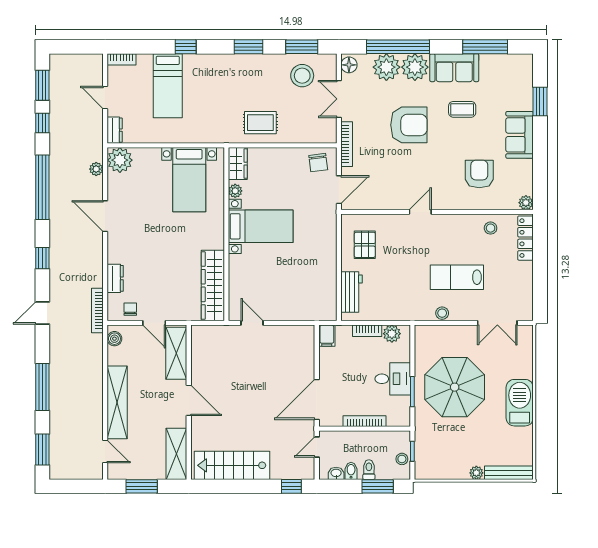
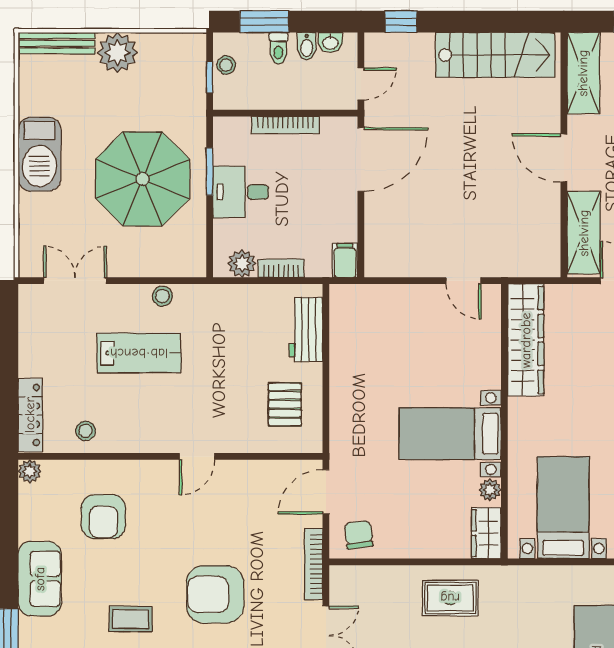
plant: (476, 473) -> (117, 53), width x1.88, depth x1.88

